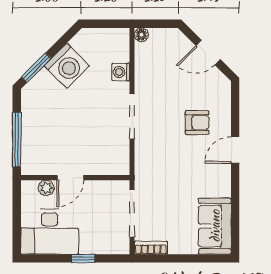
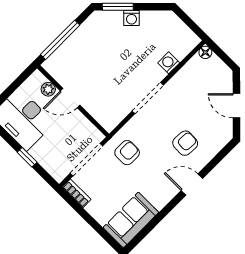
washing machine: (67, 66) -> (132, 18), width x0.53, depth x0.53
armchair: (197, 123) -> (185, 143), turned -87
armchair: (159, 176) -> (127, 153), added

